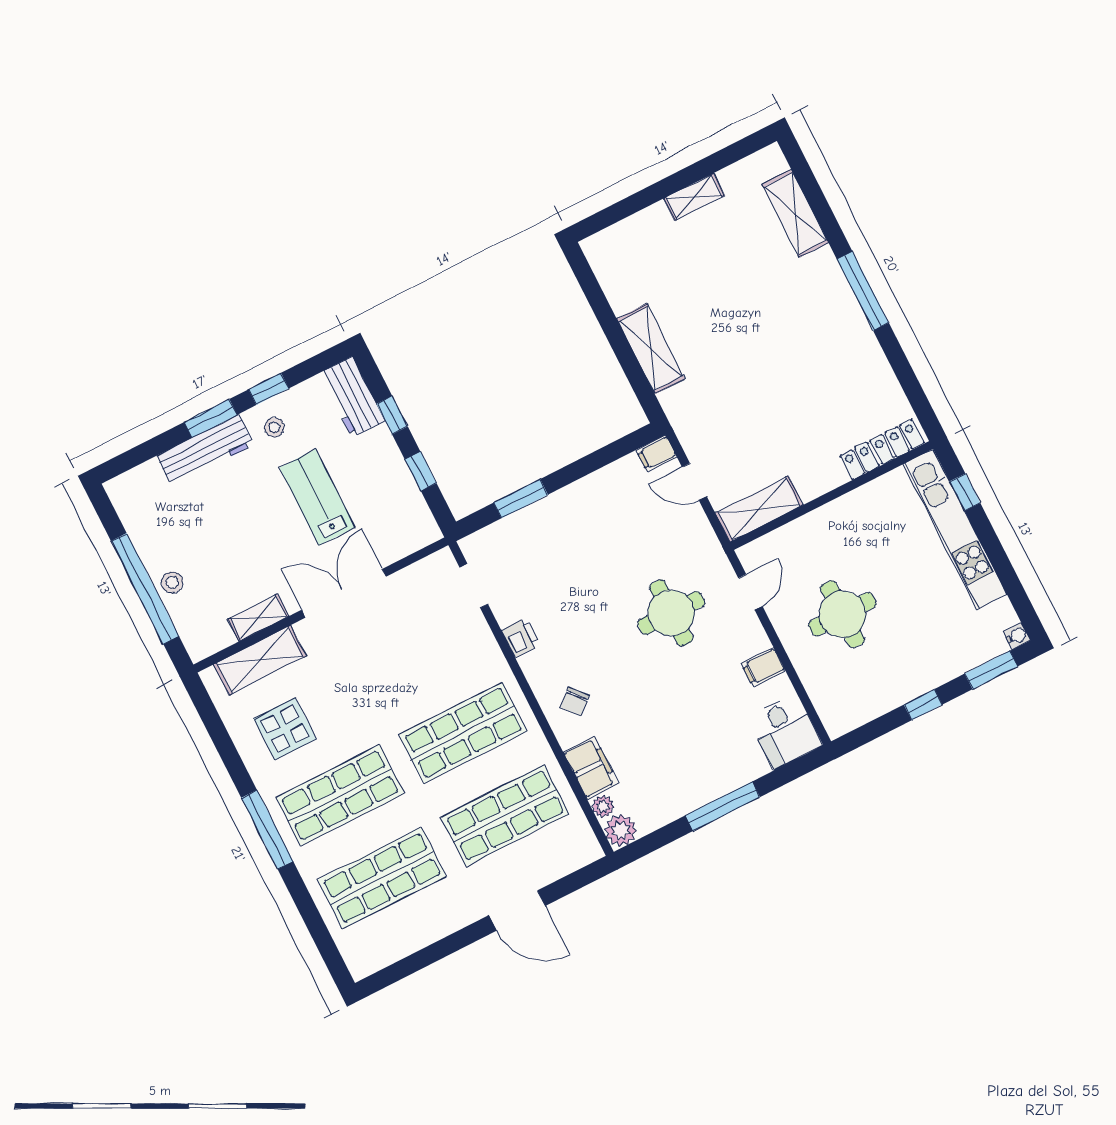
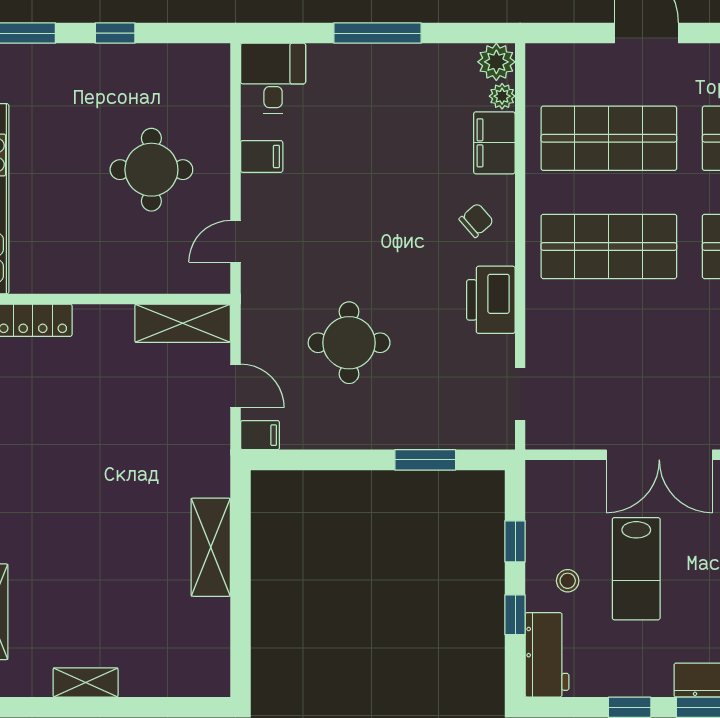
stool: (274, 427) -> (568, 581), moved
round table: (671, 613) -> (349, 343), moved
printer: (521, 637) -> (491, 300), width x1.87, depth x1.48

